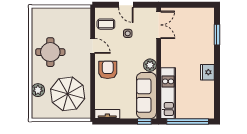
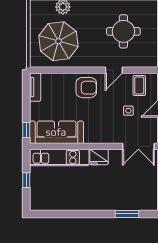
round table: (50, 52) -> (123, 31), moved
plant: (150, 65) -> (92, 136), removed
fridge: (207, 72) -> (99, 157), moved, turned 180
window: (188, 122) -> (26, 180), width x0.32

